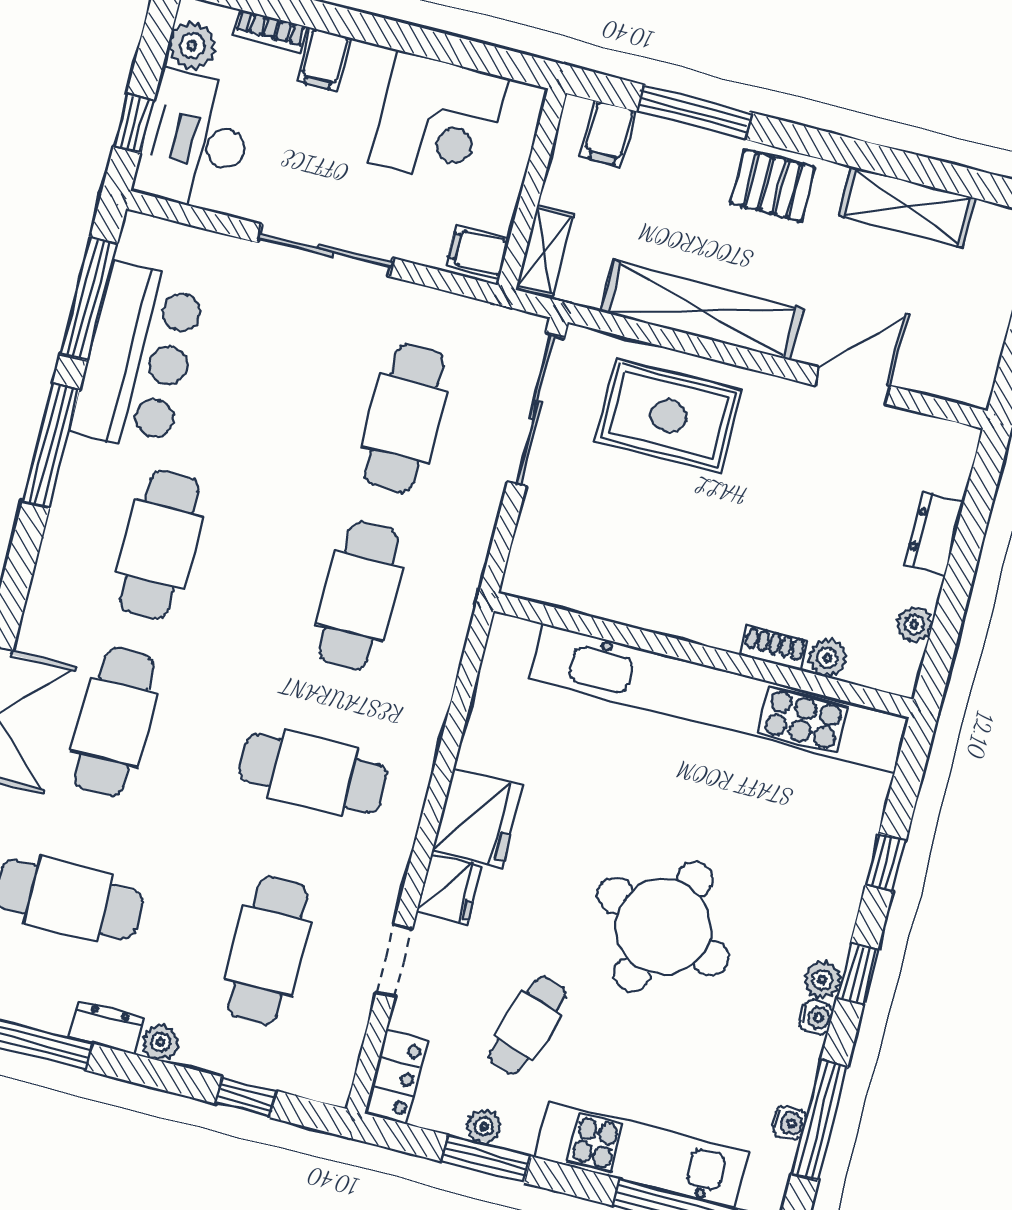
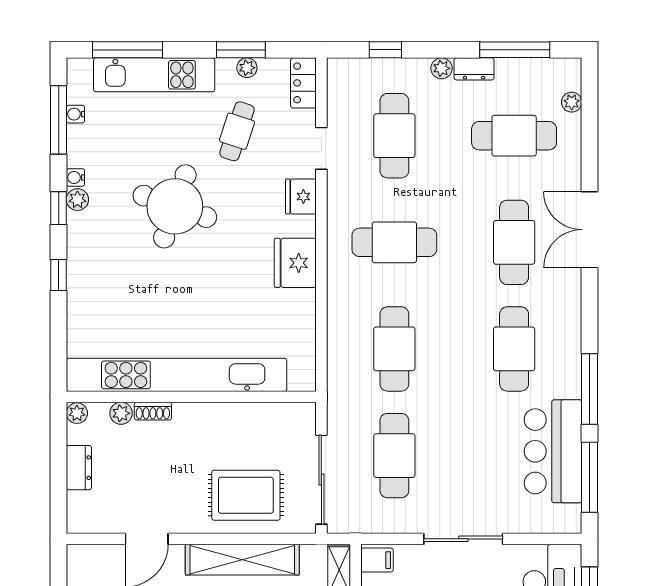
shoe rack: (774, 648) -> (153, 411), moved
wall: (704, 655) -> (191, 397), moved
plant: (828, 658) -> (121, 413), moved
kitchen unit: (719, 698) -> (177, 375), moved
fridge: (477, 818) -> (295, 263), moved

